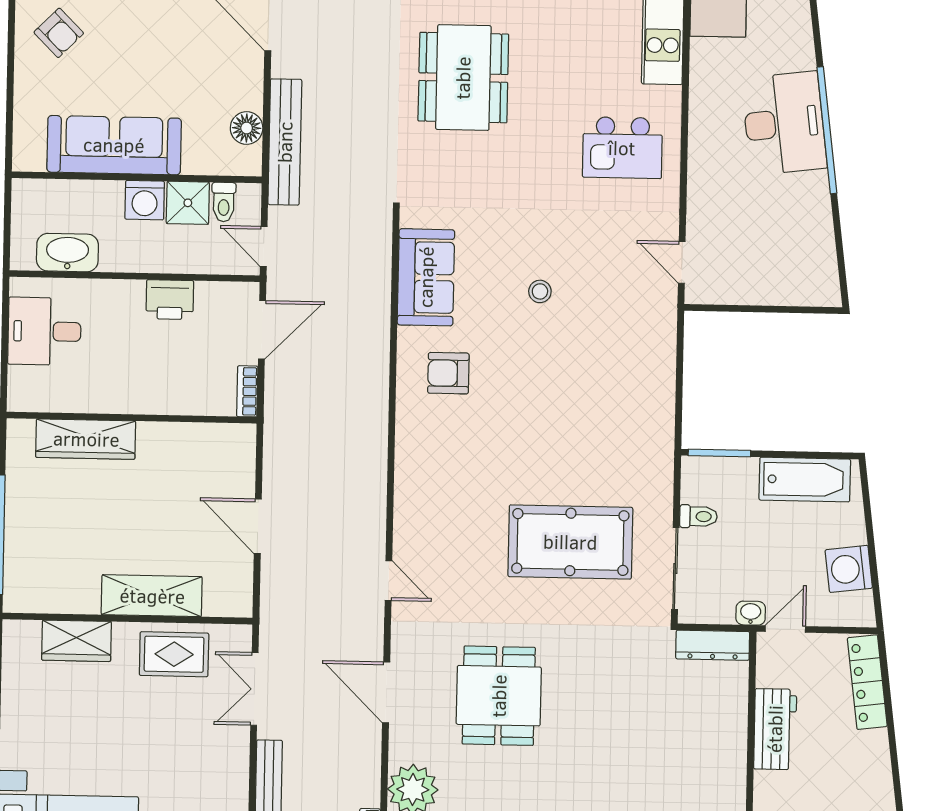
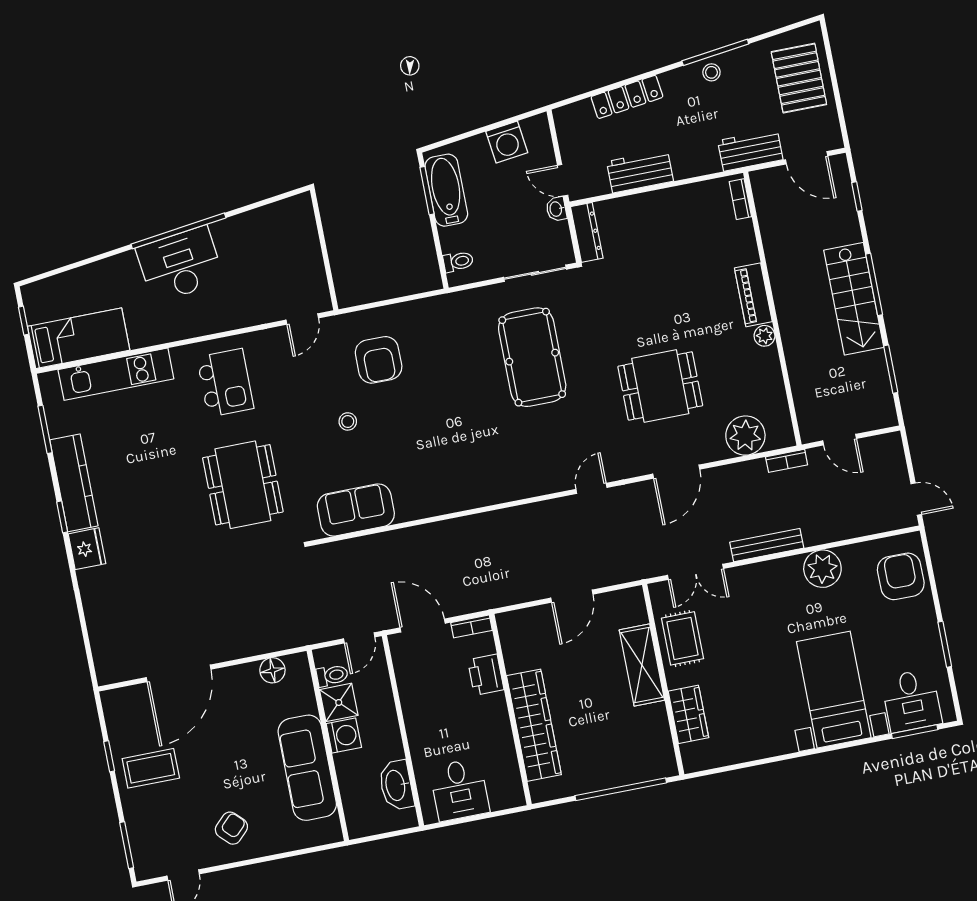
dining table: (463, 78) -> (243, 485), moved, turned 90
bench: (285, 142) -> (277, 639), removed
printer: (170, 300) -> (486, 675), moved, turned 180
armchair: (448, 373) -> (379, 360), moved, width x1.38, depth x1.38
wardrobe: (86, 439) -> (534, 725), width x1.40, depth x1.17
window: (719, 453) -> (427, 191), moved
toilet: (698, 516) -> (458, 262), moved, turned 90
locker: (867, 682) -> (627, 97), moved

